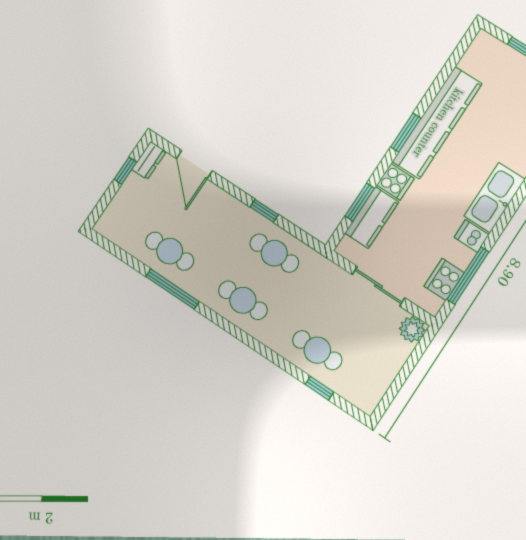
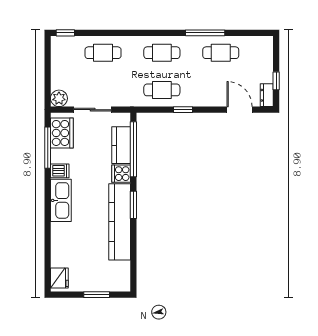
window: (360, 202) -> (133, 149), width x2.11
cooker: (444, 279) -> (62, 133), width x1.37, depth x1.31
window: (319, 388) -> (65, 33), moved

